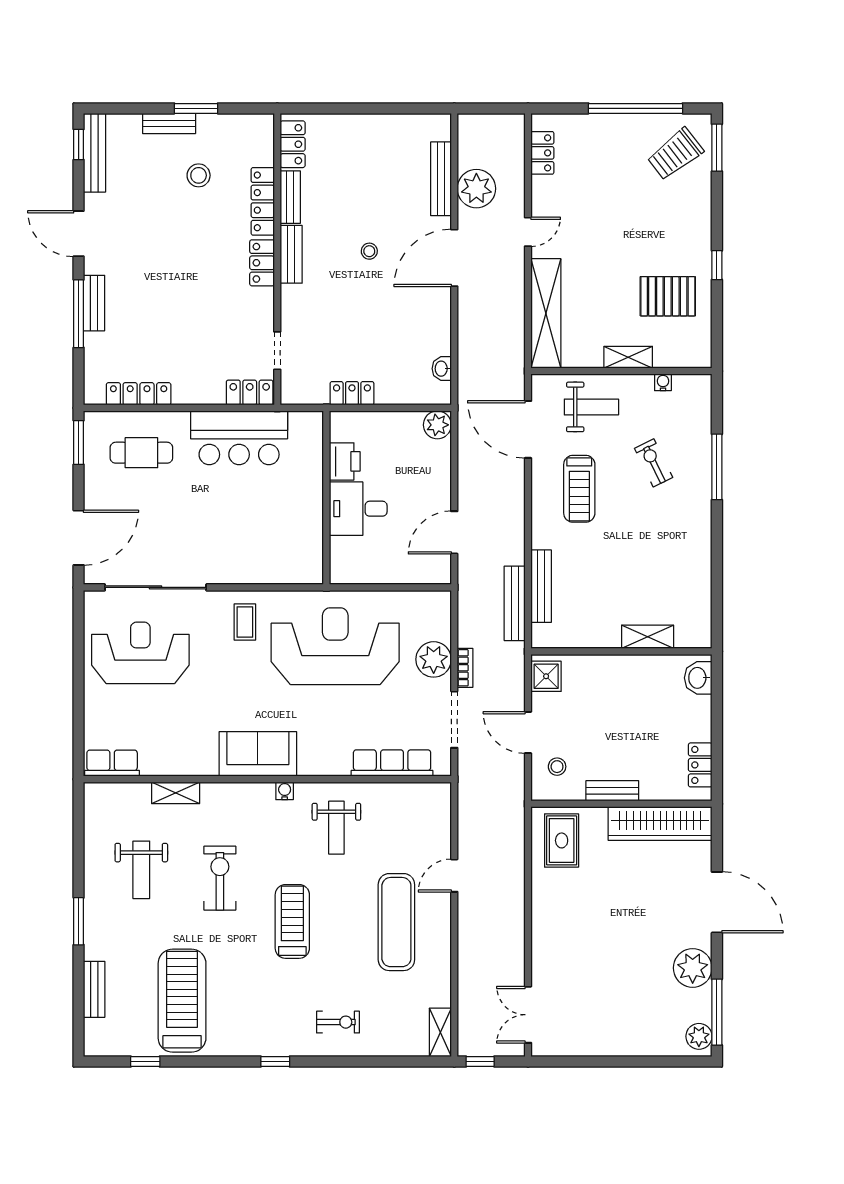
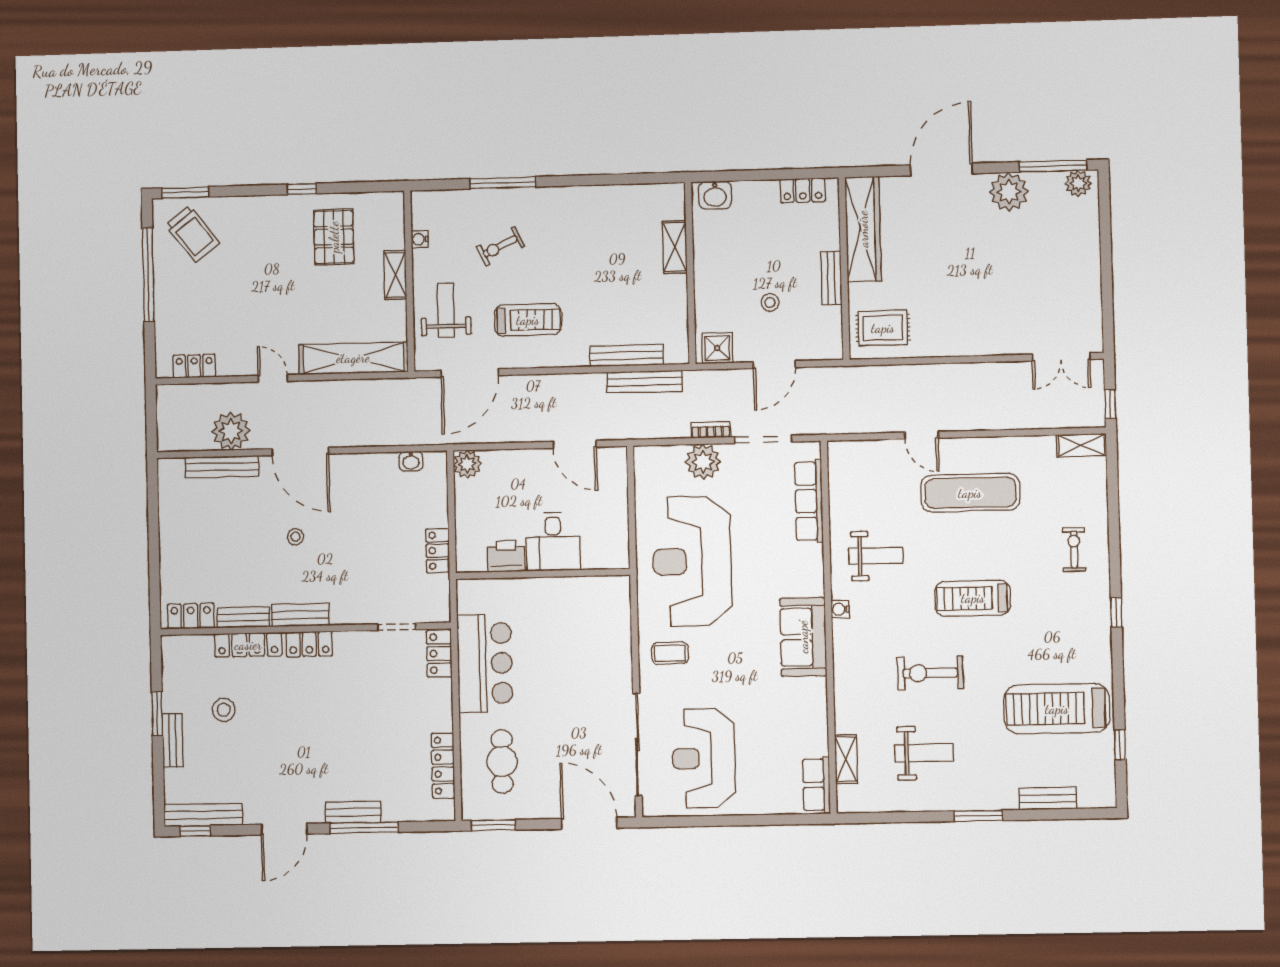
stool: (557, 767) -> (770, 302), moved
shelving: (176, 793) -> (846, 759), moved

